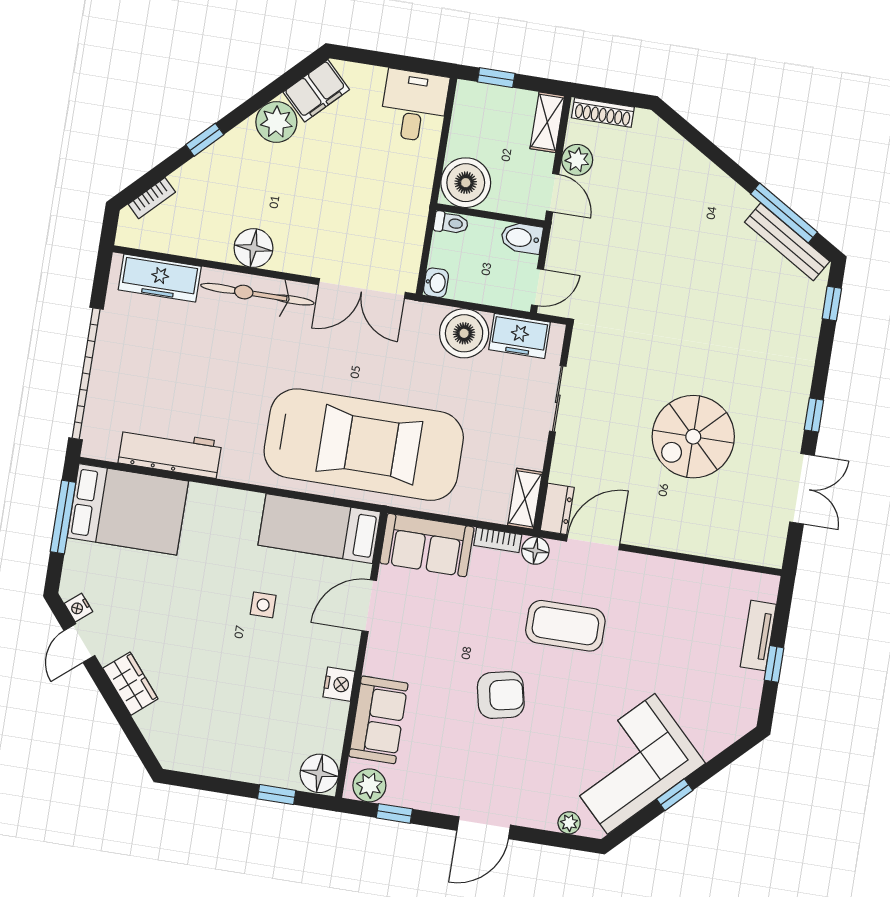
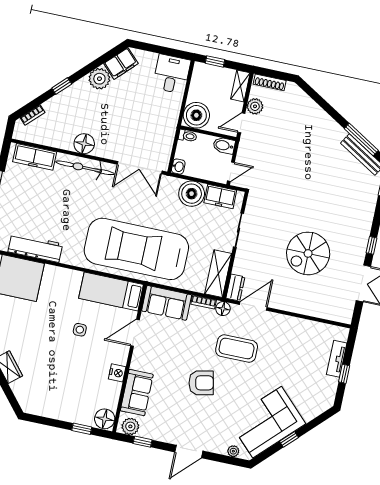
door: (553, 193) -> (241, 123), swing flipped
car: (364, 445) -> (136, 249), turned 180
shelving: (525, 499) -> (218, 274), width x1.50, depth x1.33

